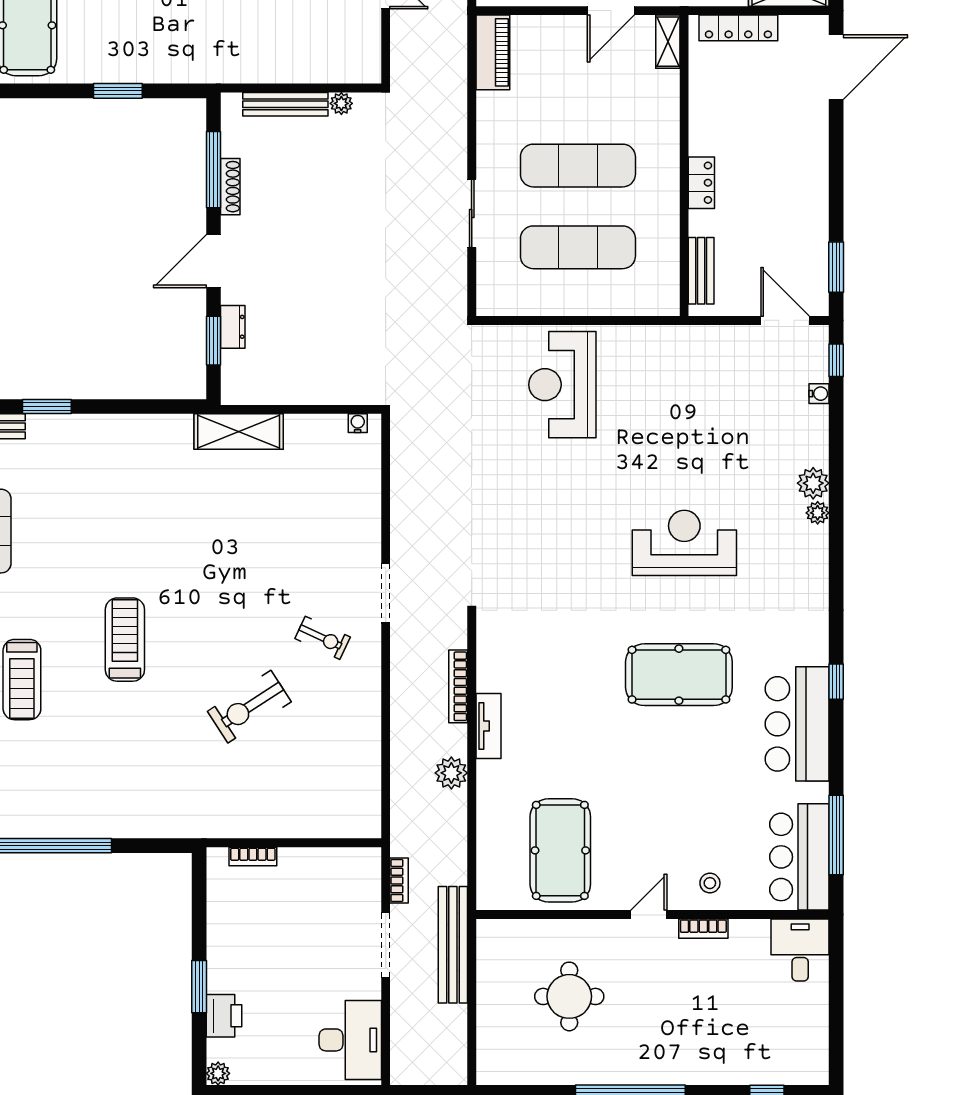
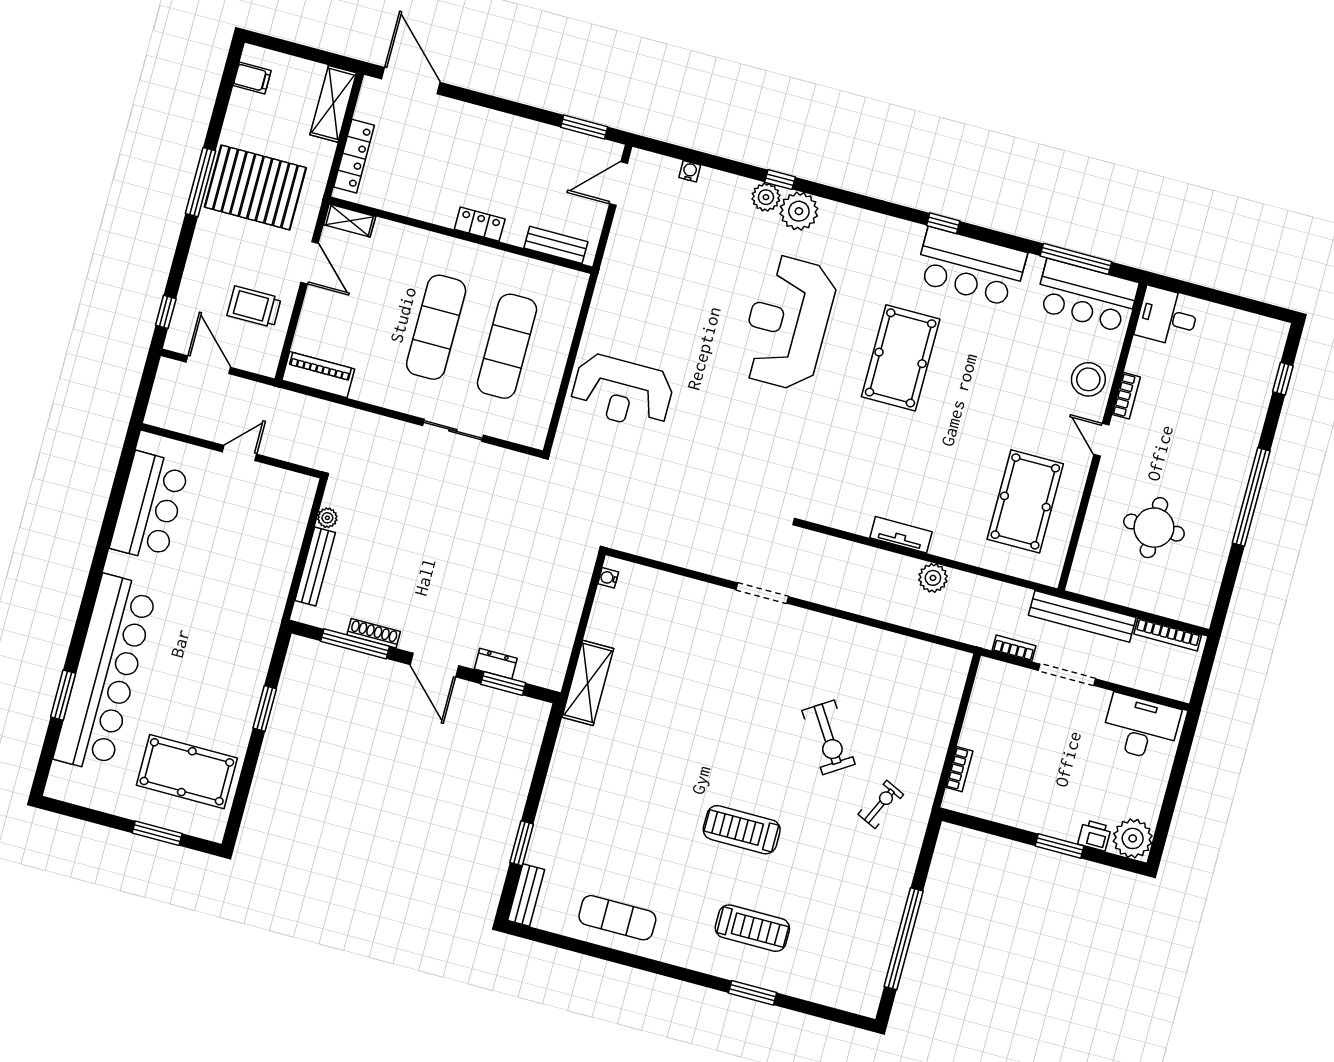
window: (836, 360) -> (780, 180), moved
plant: (818, 513) -> (799, 211), width x1.87, depth x1.87
reception desk: (684, 543) -> (788, 323), width x1.36, depth x1.30
exercise bike: (323, 638) -> (881, 804), moved
bookcase: (458, 686) -> (1168, 634), moved
pool table: (560, 850) -> (1025, 501), turned 90
stool: (710, 883) -> (1088, 379), width x1.89, depth x1.89
printer: (224, 1016) -> (1095, 835), width x0.73, depth x0.81
plant: (218, 1073) -> (1133, 838), width x1.87, depth x1.87

